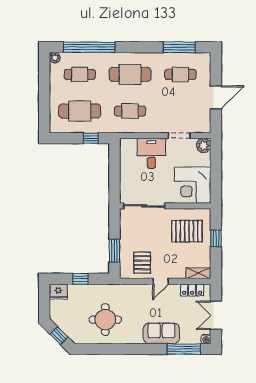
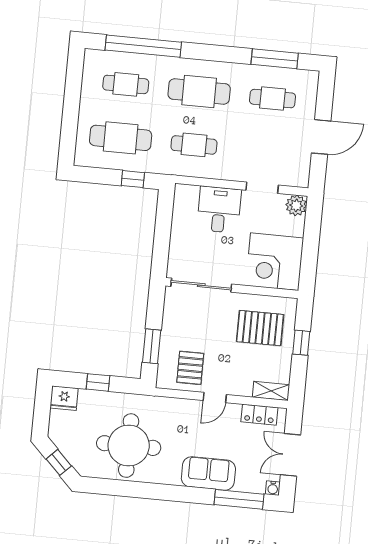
plant: (55, 58) -> (92, 57), removed
round table: (105, 320) -> (129, 446), width x1.36, depth x1.36

